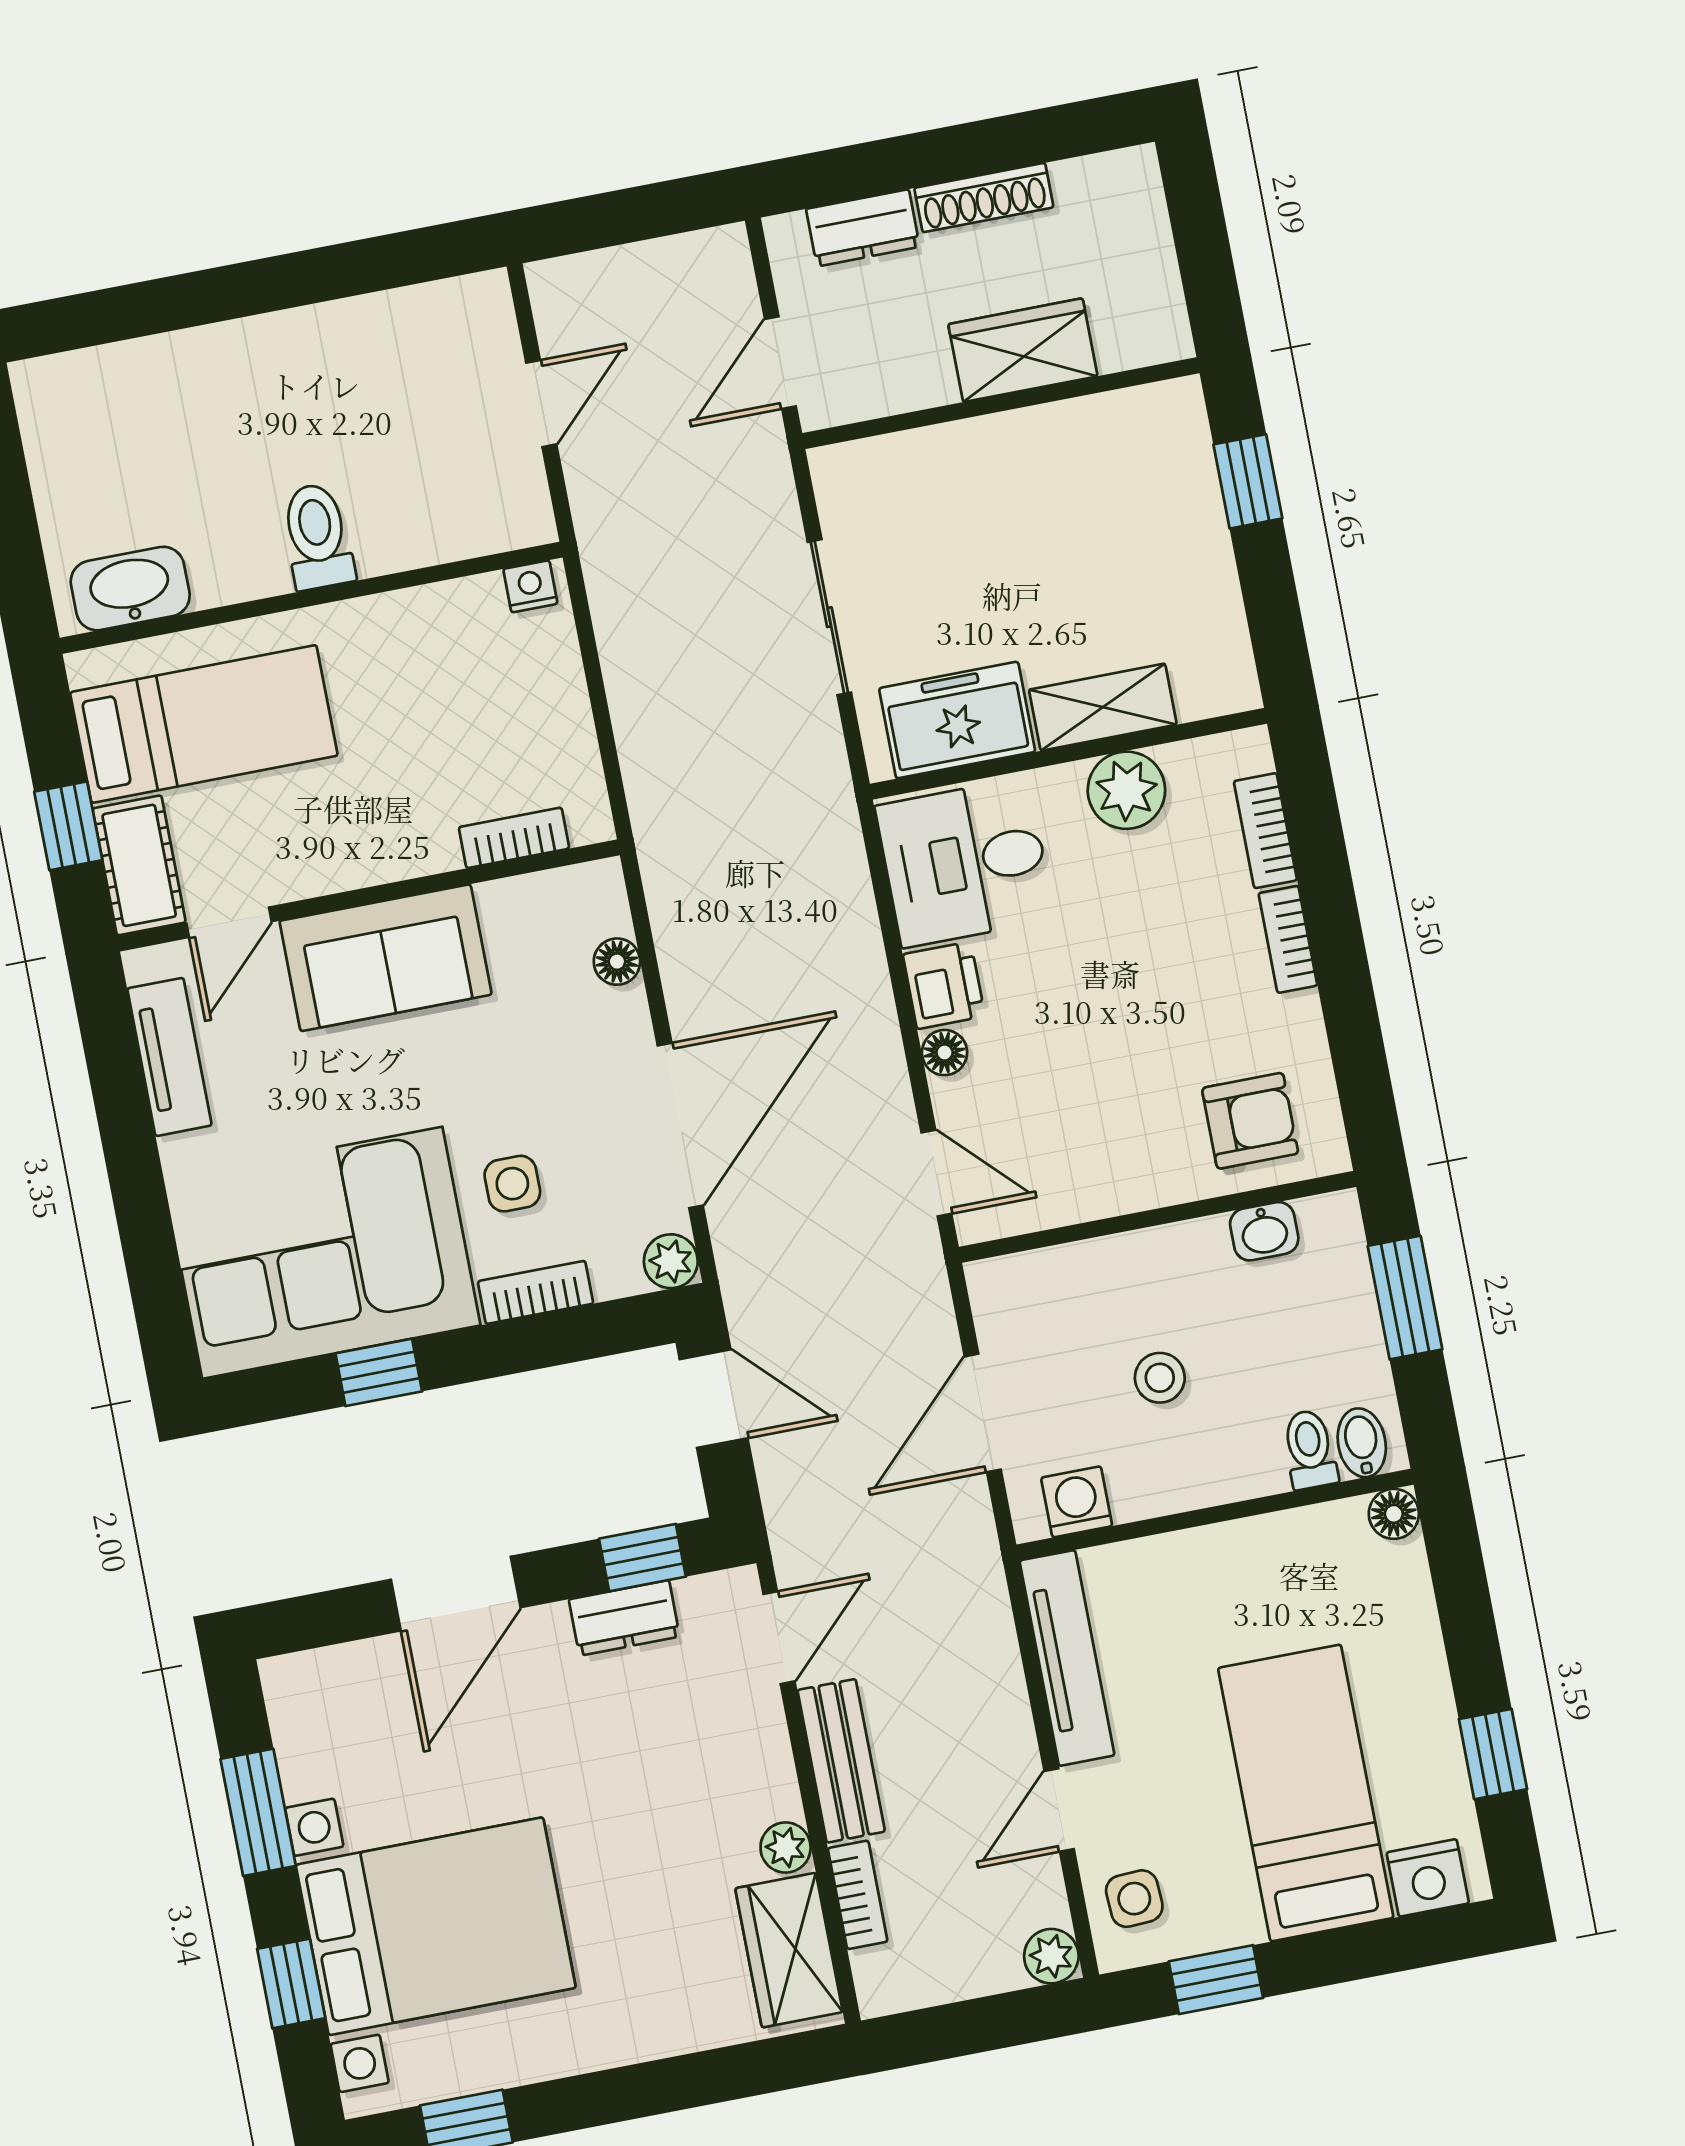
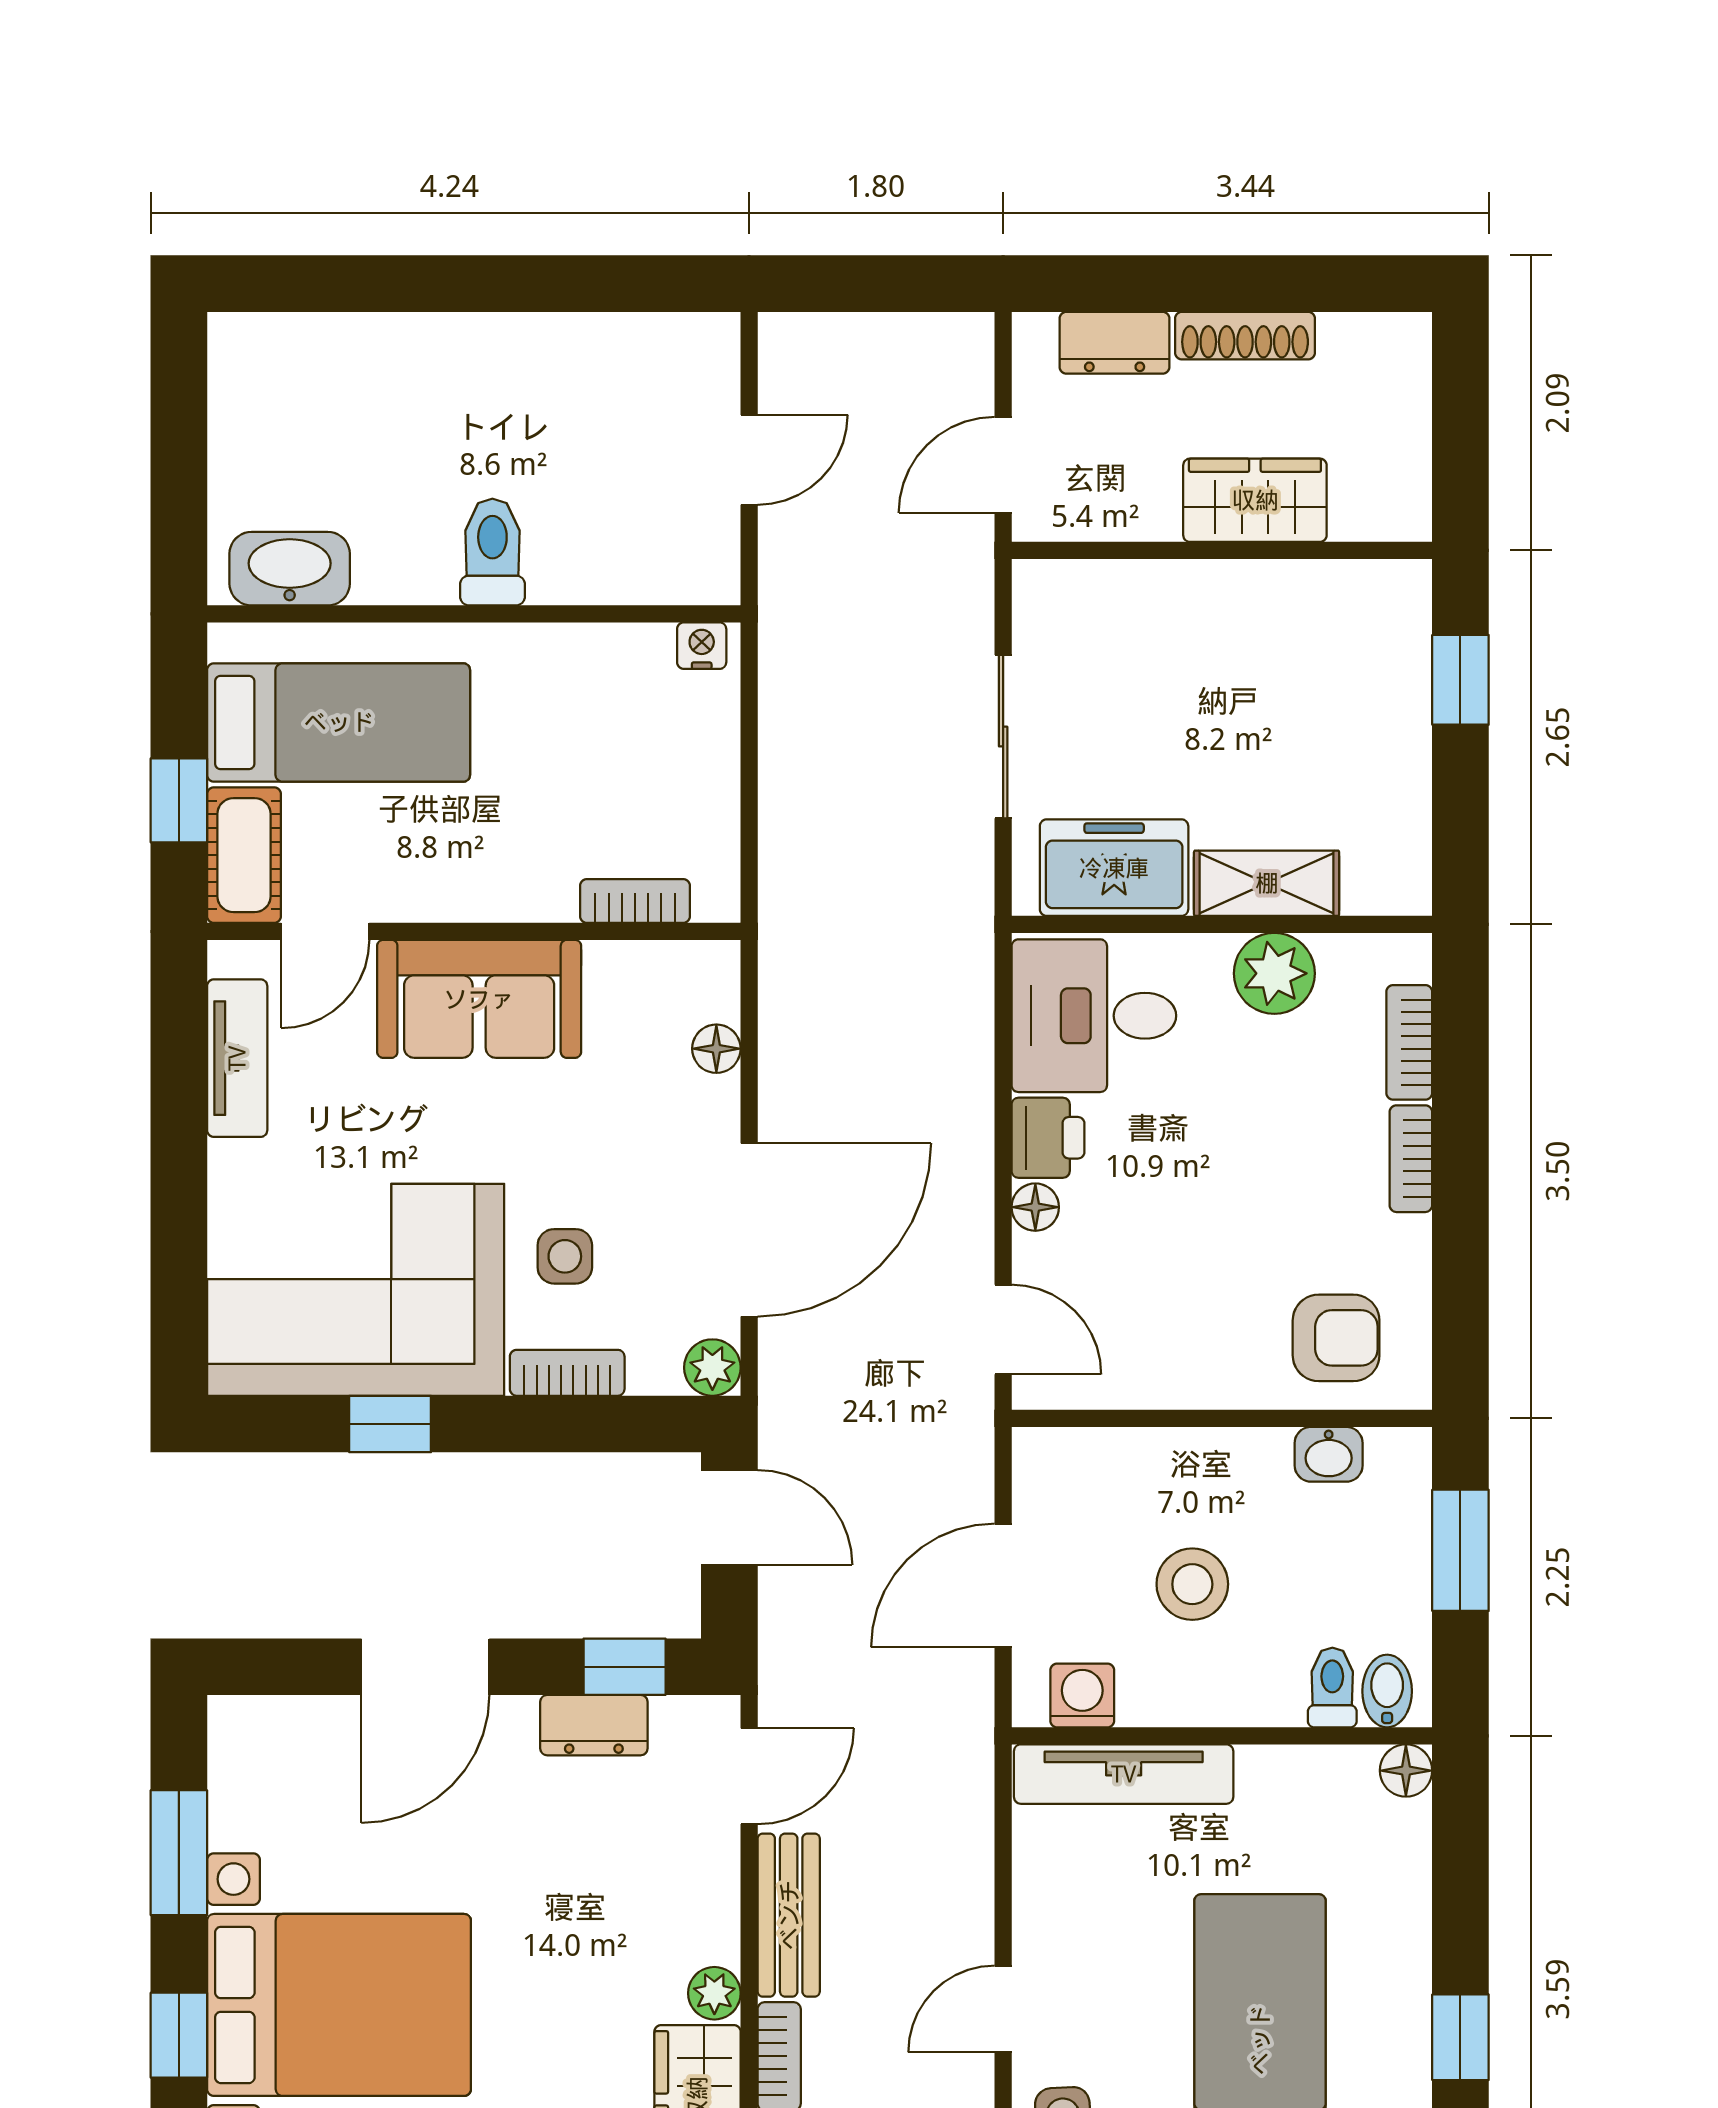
stool: (1160, 1378) -> (1192, 1584), width x1.37, depth x1.37
tv unit: (1067, 1658) -> (1124, 1774), moved, turned 90

